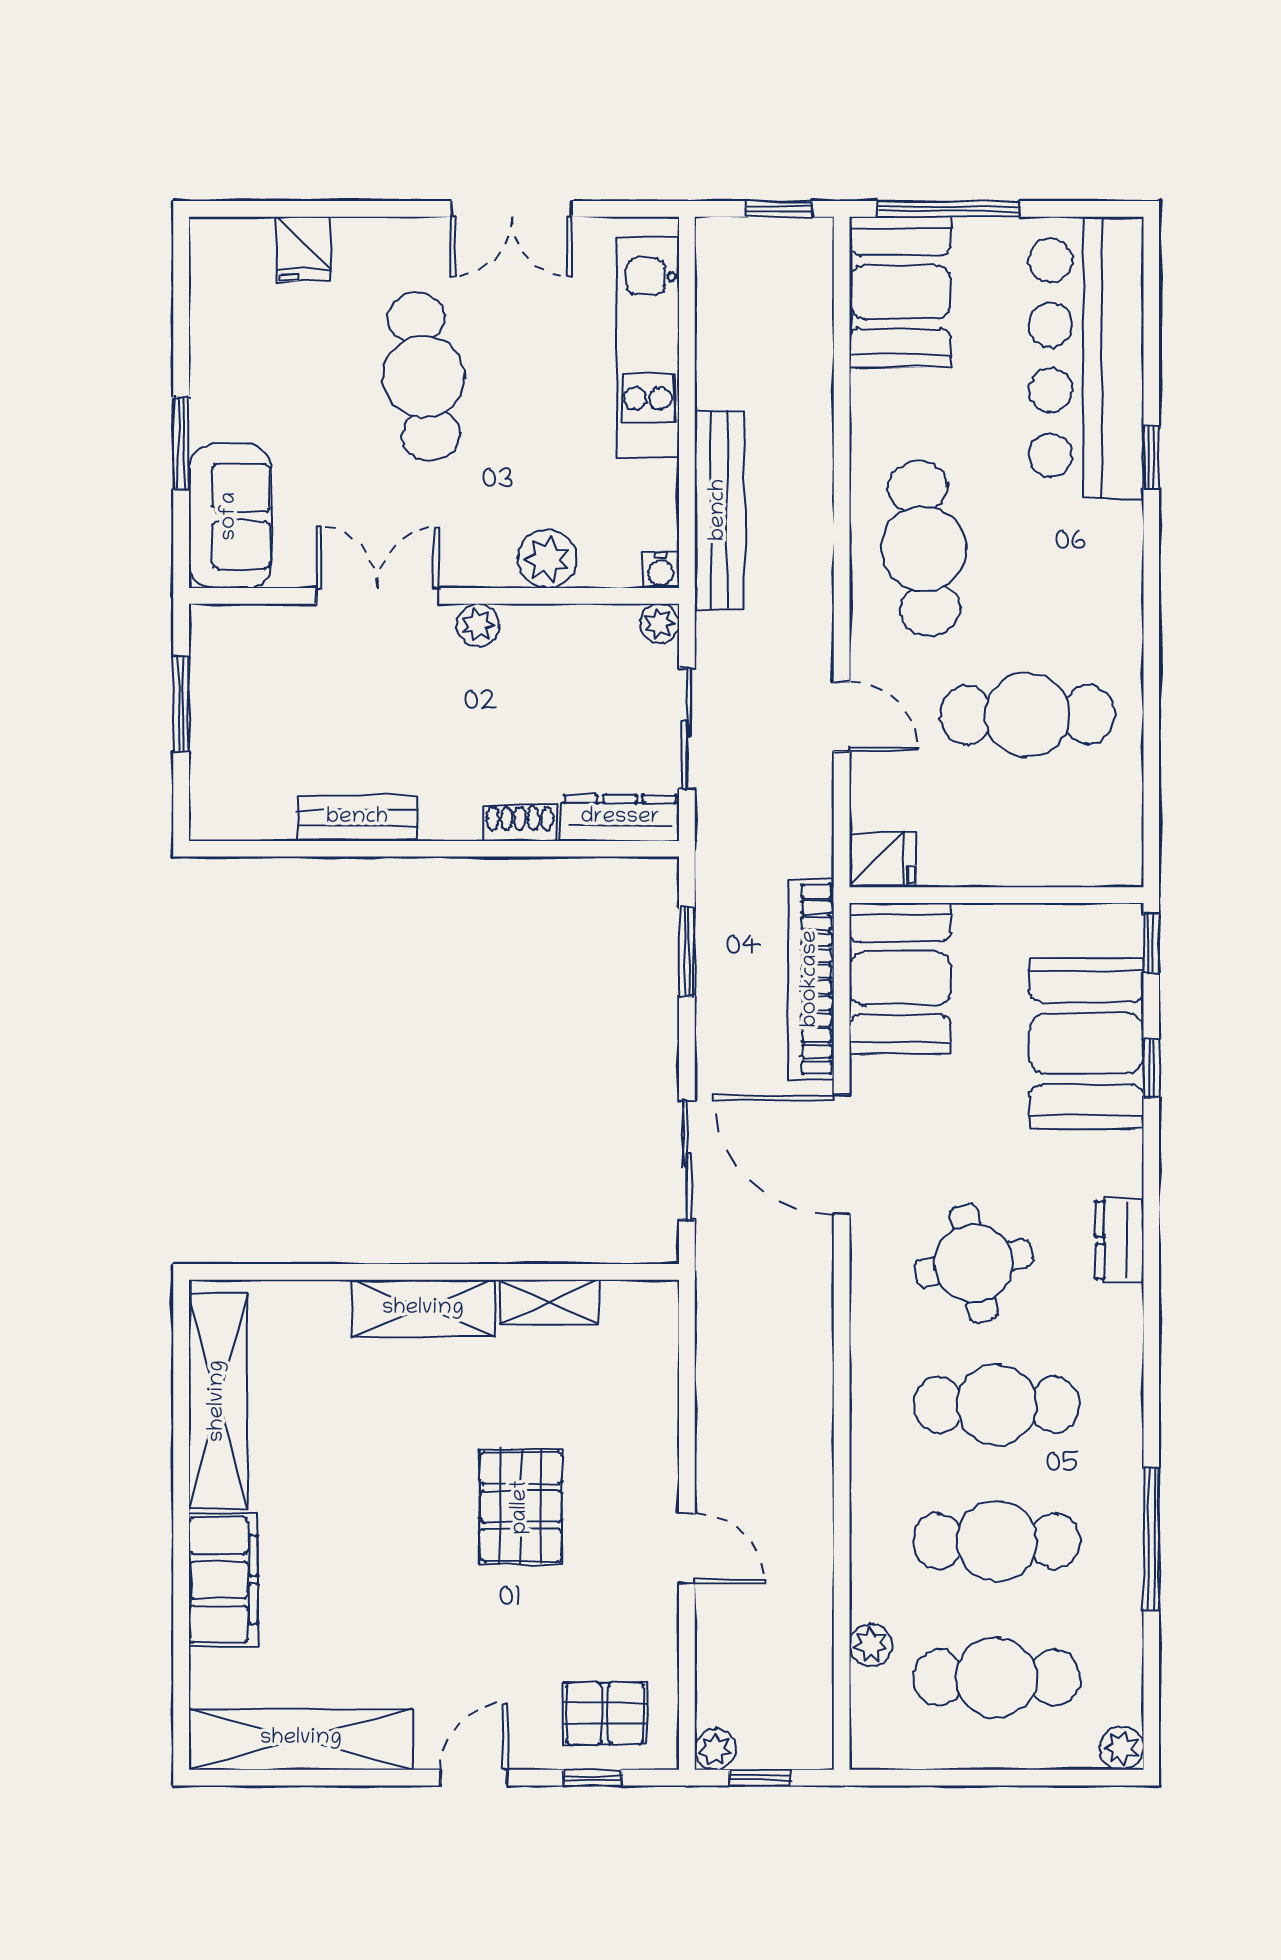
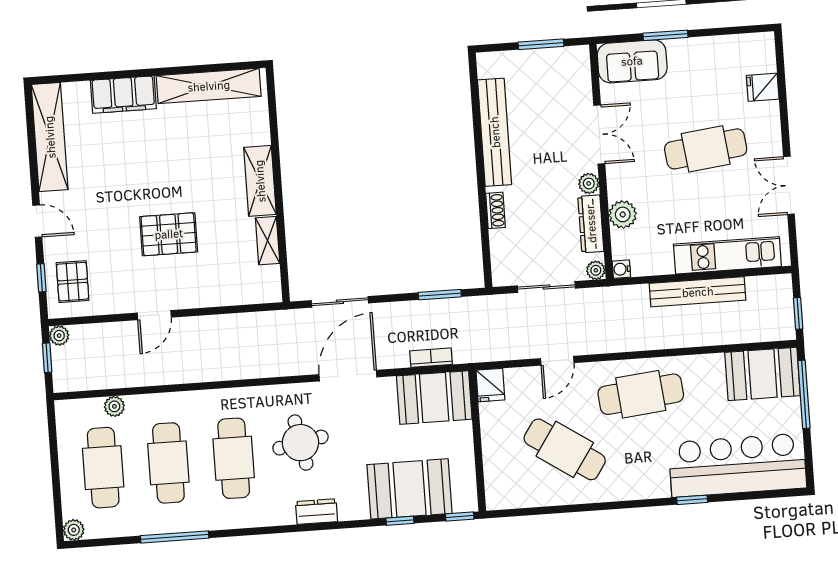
bench: (719, 510) -> (698, 292), moved
cafe table: (1027, 715) -> (565, 449), turned -56
bench: (357, 818) -> (495, 132), width x1.86, depth x1.21
dresser: (620, 818) -> (591, 224), moved, turned 180
bookcase: (811, 979) -> (431, 358), width x0.43, depth x0.76

